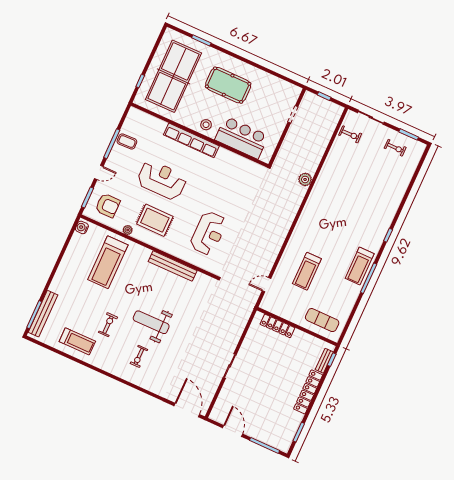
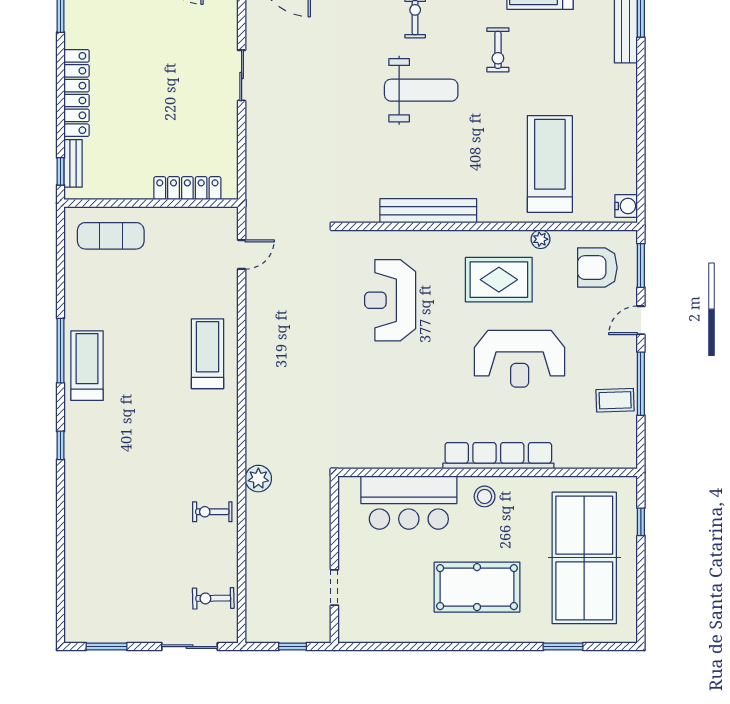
exercise bike: (395, 148) -> (212, 512), moved
treadmill: (307, 271) -> (207, 354), moved

